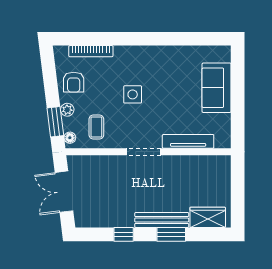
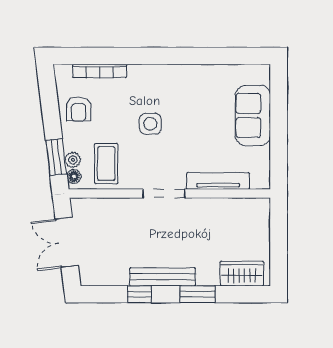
plant: (67, 110) -> (73, 160), moved
coffee table: (96, 127) -> (106, 163), width x1.36, depth x1.30
bench: (162, 220) -> (163, 277), moved

